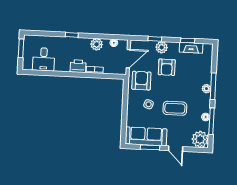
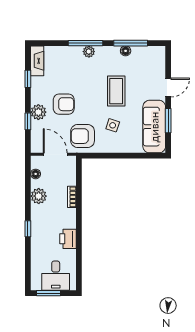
fireplace: (191, 48) -> (37, 61), moved
desk: (44, 59) -> (56, 276), moved, turned 90
printer: (78, 66) -> (68, 239), moved
plant: (200, 139) -> (155, 57), removed

